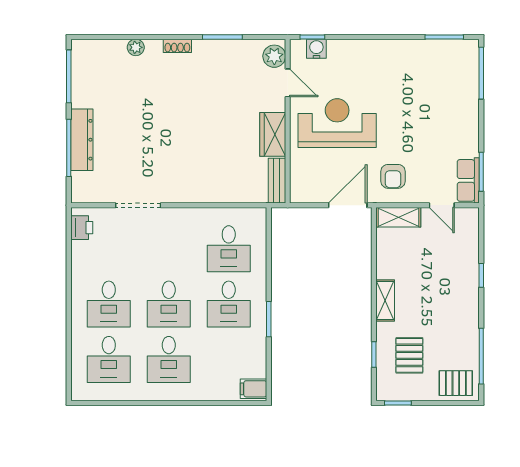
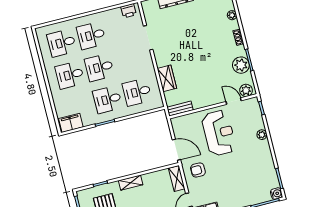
plant: (359, 48) -> (262, 135), added
water cooler: (316, 49) -> (276, 194), moved
plant: (227, 54) -> (241, 65), added
door: (288, 83) -> (234, 101), swing flipped
wardrobe: (273, 134) -> (167, 78), moved, turned 90
filing cabinet: (253, 389) -> (71, 123), width x2.00

